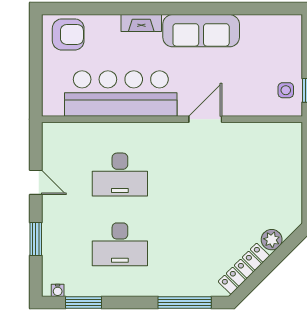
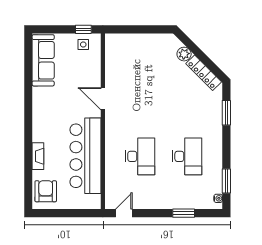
fireplace: (141, 23) -> (38, 156), moved
sofa: (201, 31) -> (43, 60), moved
door: (36, 182) -> (124, 213), moved
window: (185, 302) -> (226, 113), width x0.69

